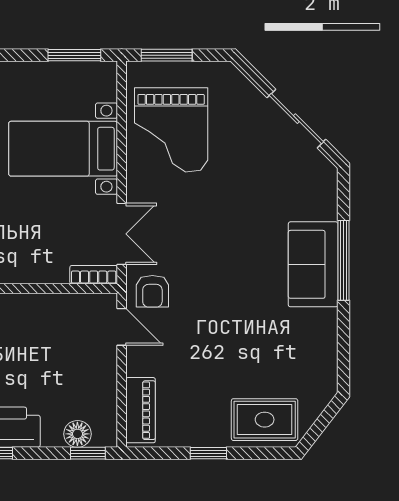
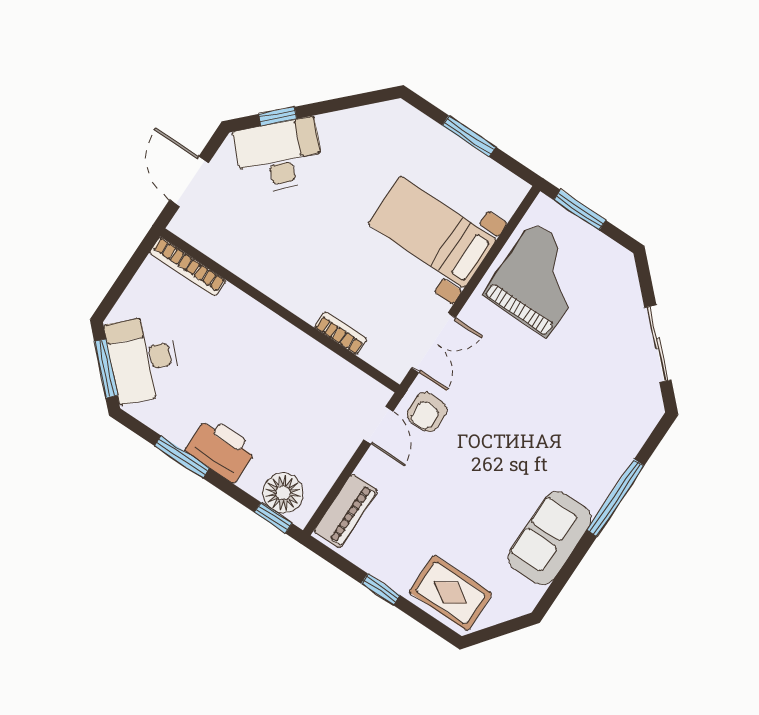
window: (74, 55) -> (469, 136), moved
grand piano: (171, 130) -> (539, 279), turned 180
sofa: (313, 264) -> (550, 538), moved
bookcase: (94, 275) -> (341, 333), moved
floor lamp: (77, 434) -> (283, 493), width x1.38, depth x1.38

